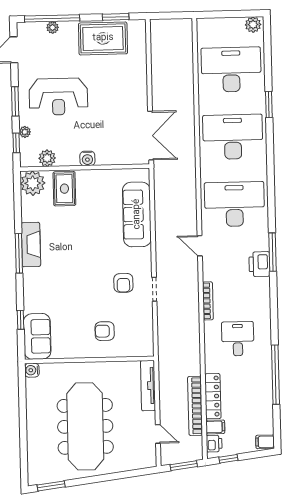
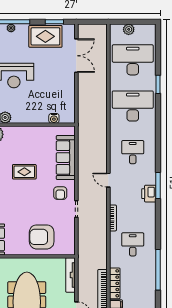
plant: (253, 25) -> (129, 29), moved
double door: (151, 136) -> (76, 56), moved
water cooler: (87, 158) -> (54, 118), moved
rug: (64, 189) -> (24, 172), moved, turned 90
desk: (234, 204) -> (133, 152), width x0.53, depth x0.77
armchair: (123, 283) -> (60, 193), moved
armchair: (105, 331) -> (42, 237), width x1.88, depth x1.88

